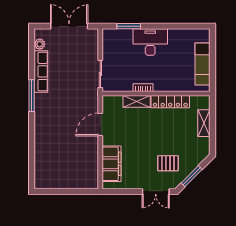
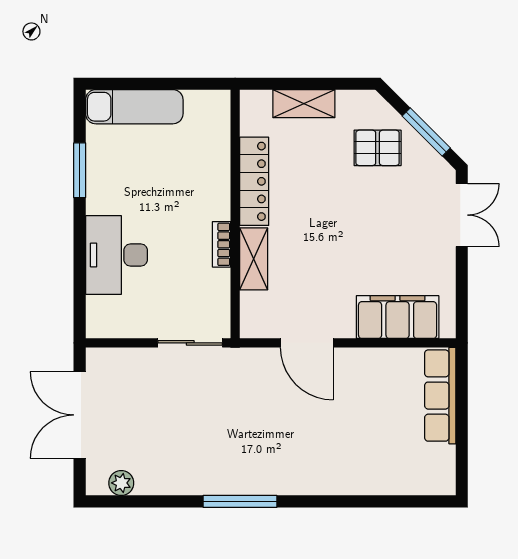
window: (129, 26) -> (80, 170), moved
desk: (150, 42) -> (116, 255), moved
exam couch: (203, 64) -> (134, 107), moved
row of seats: (41, 71) -> (440, 396), moved, turned -90
pallet: (168, 163) -> (378, 148), moved, turned 90

